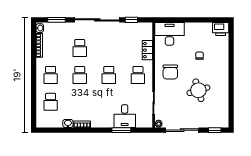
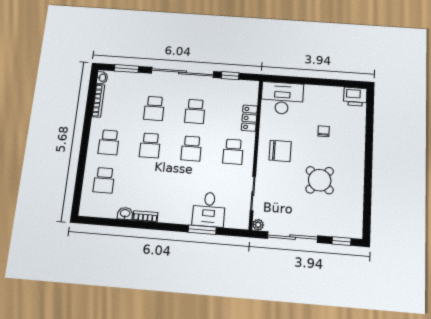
school desk: (109, 48) -> (195, 111), added
chair: (170, 72) -> (280, 151), turned -90
round table: (198, 90) -> (320, 180), turned -30

